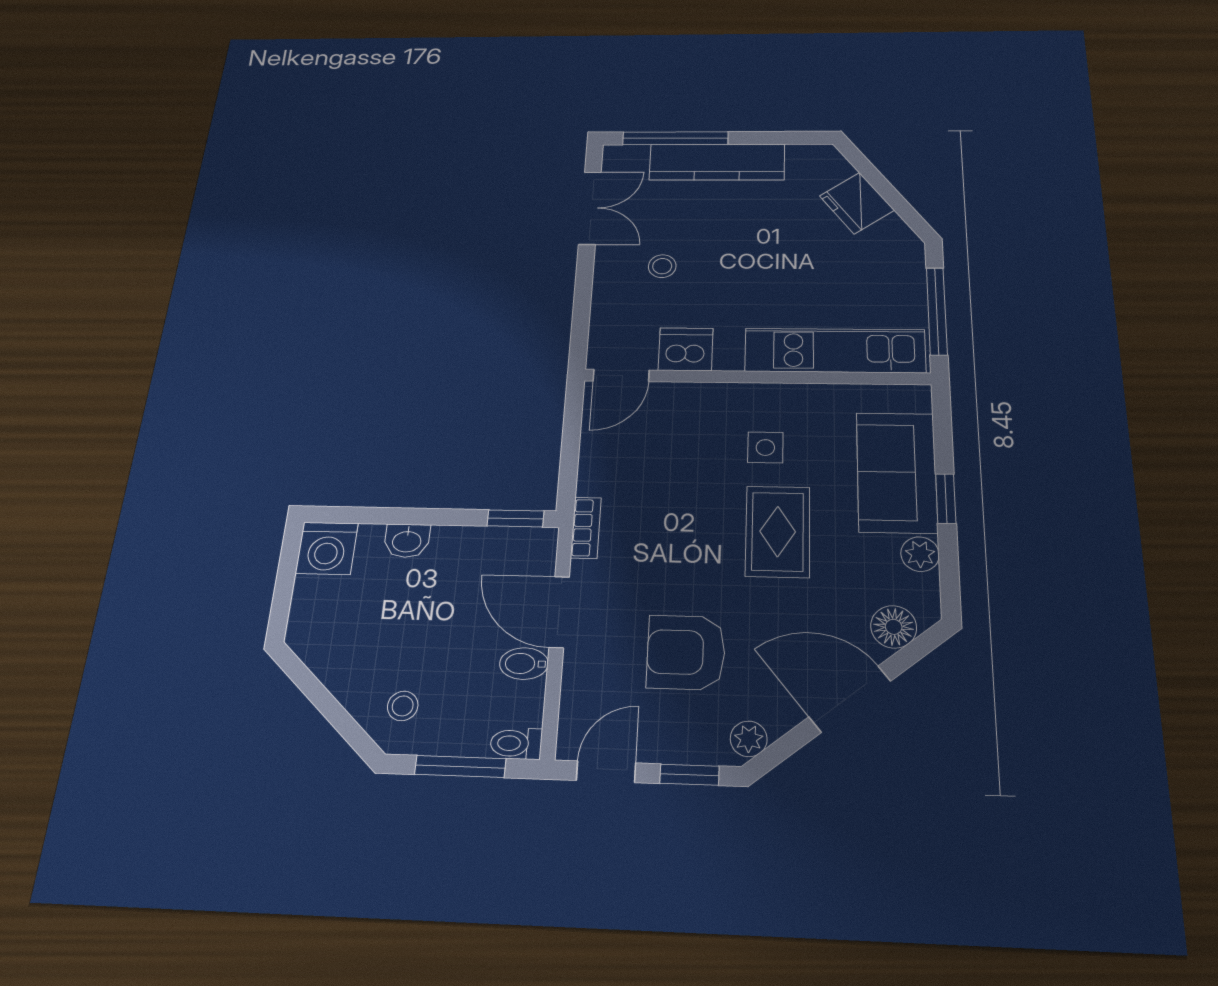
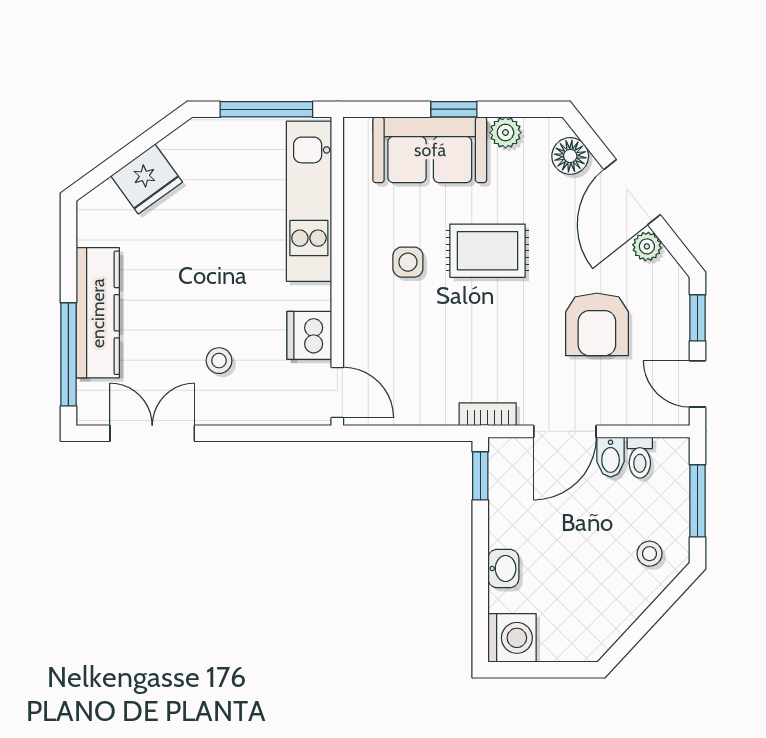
plant: (749, 739) -> (647, 246), moved
toilet: (516, 743) -> (640, 458), moved

